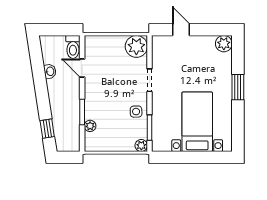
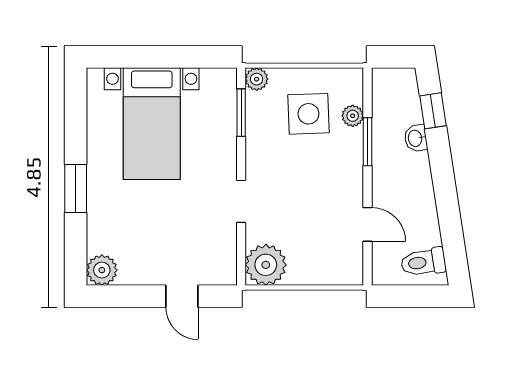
toilet: (73, 47) -> (423, 262), moved, turned -99
washbasin: (50, 71) -> (416, 138), moved
side table: (136, 112) -> (308, 114), moved, width x1.87, depth x1.87

